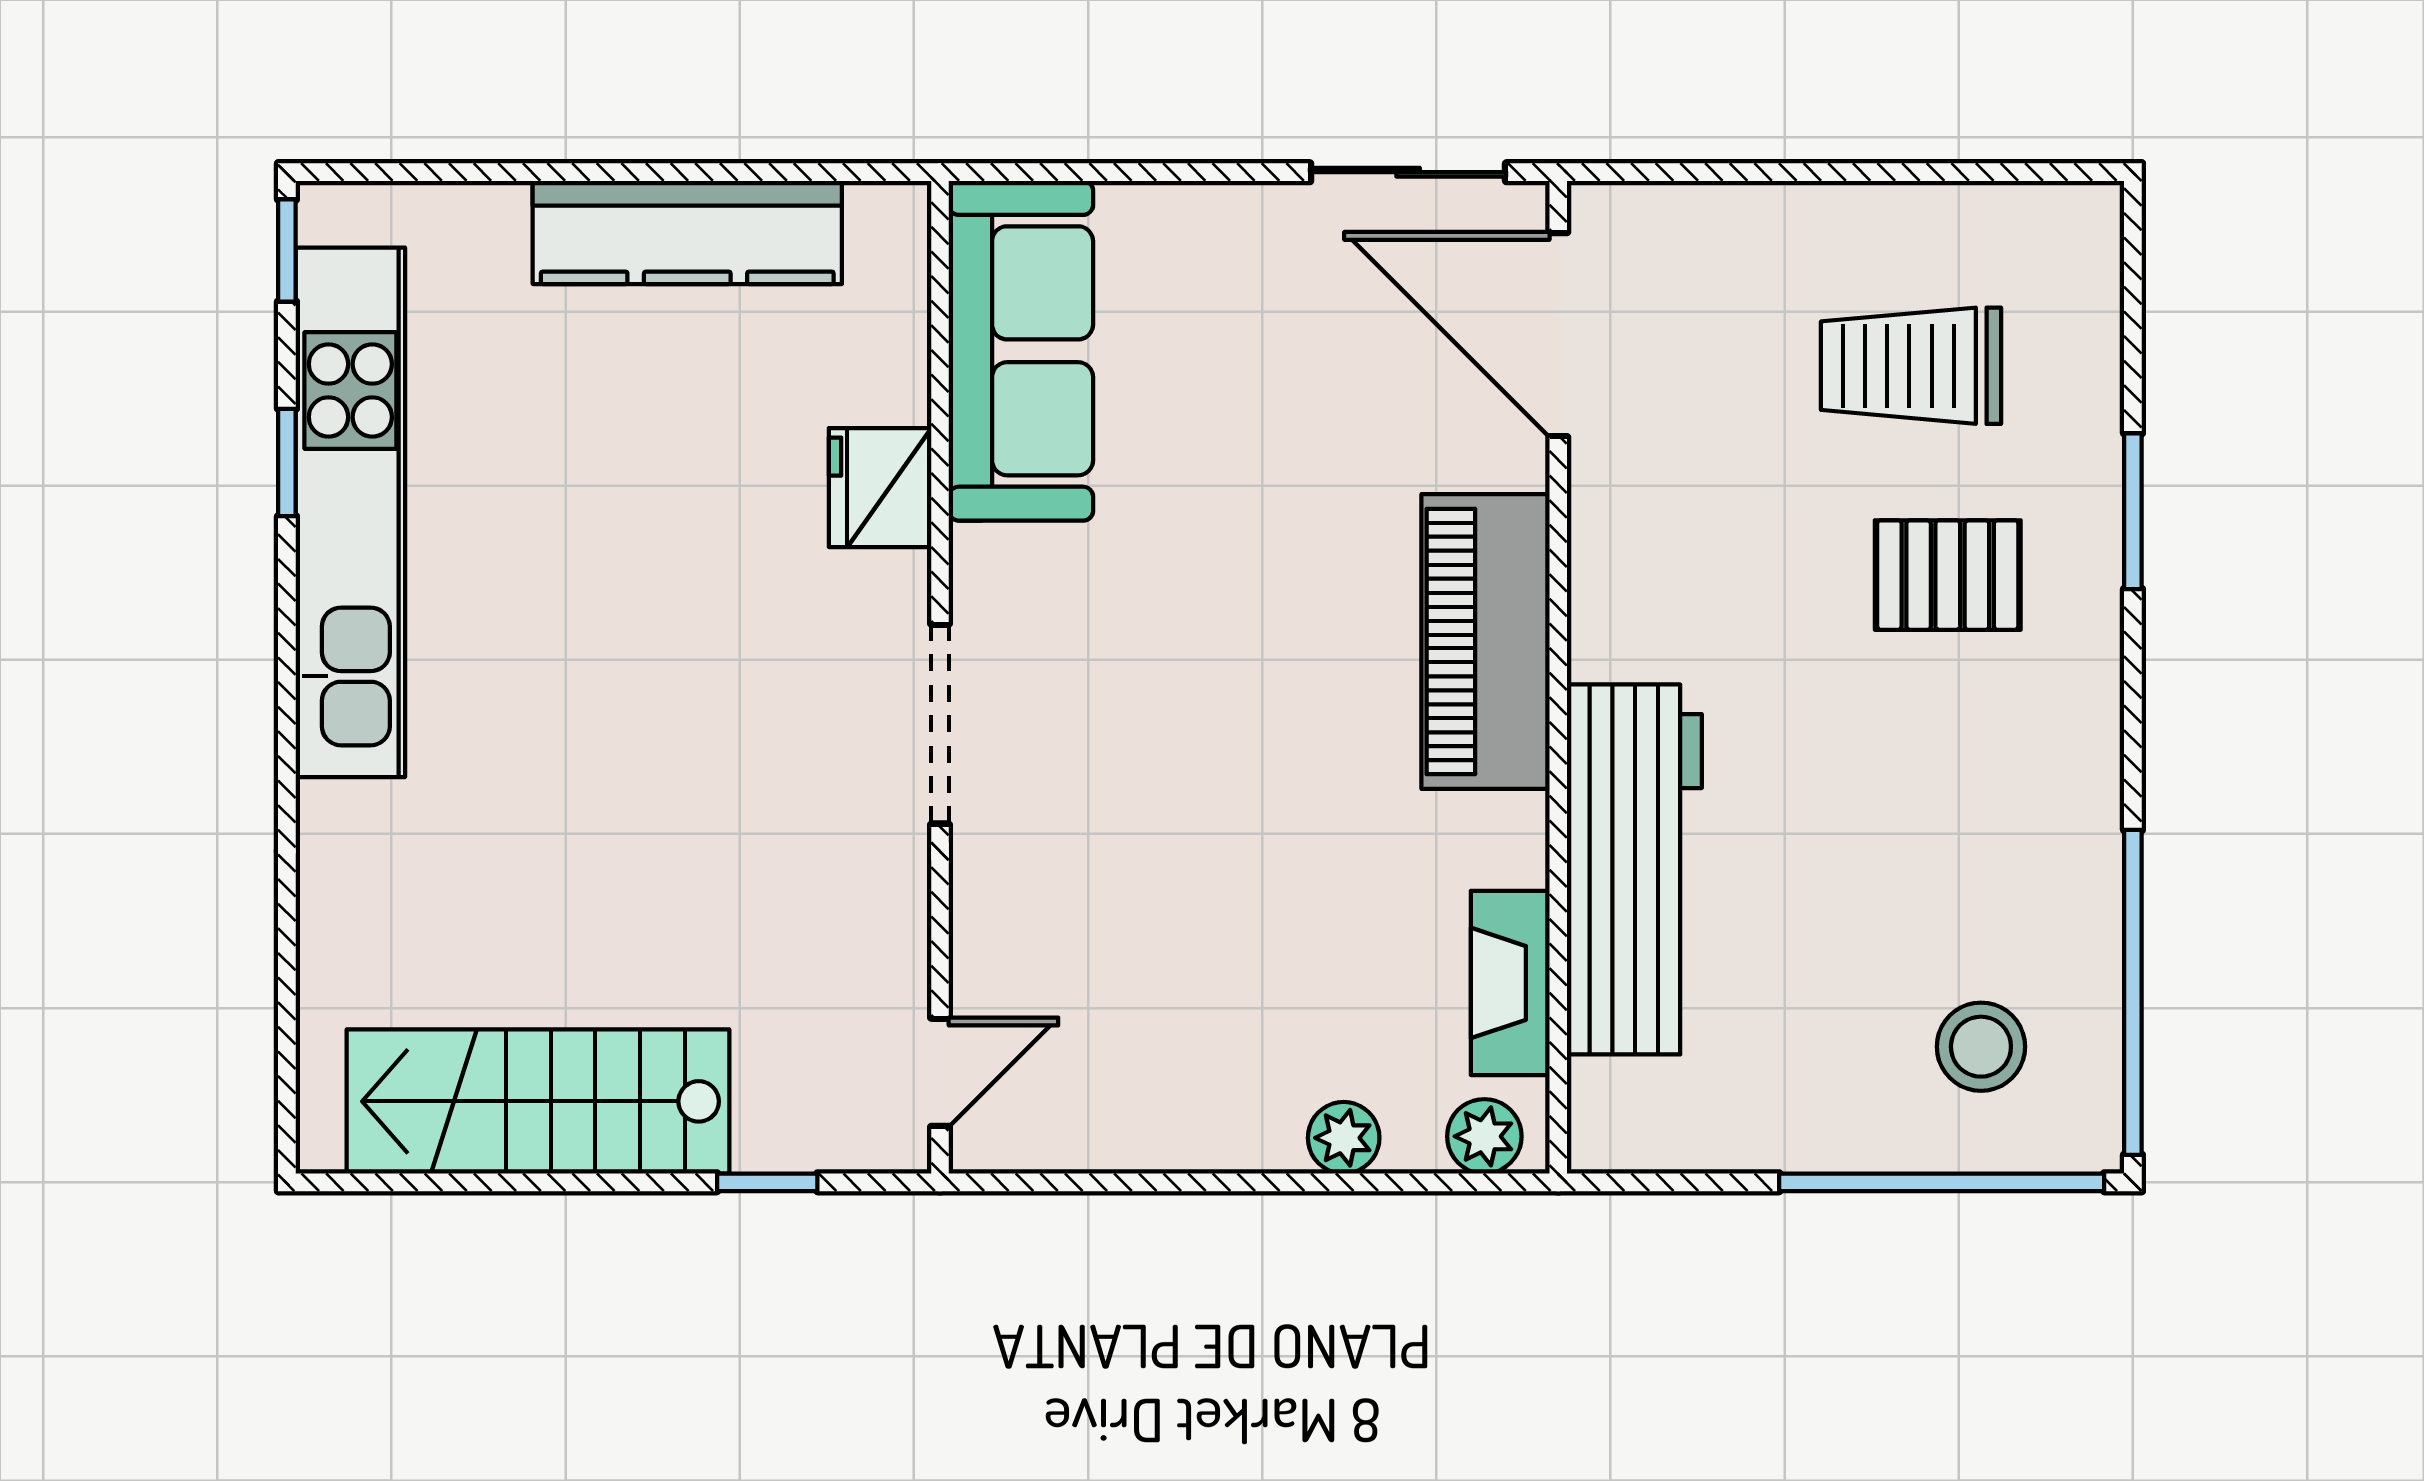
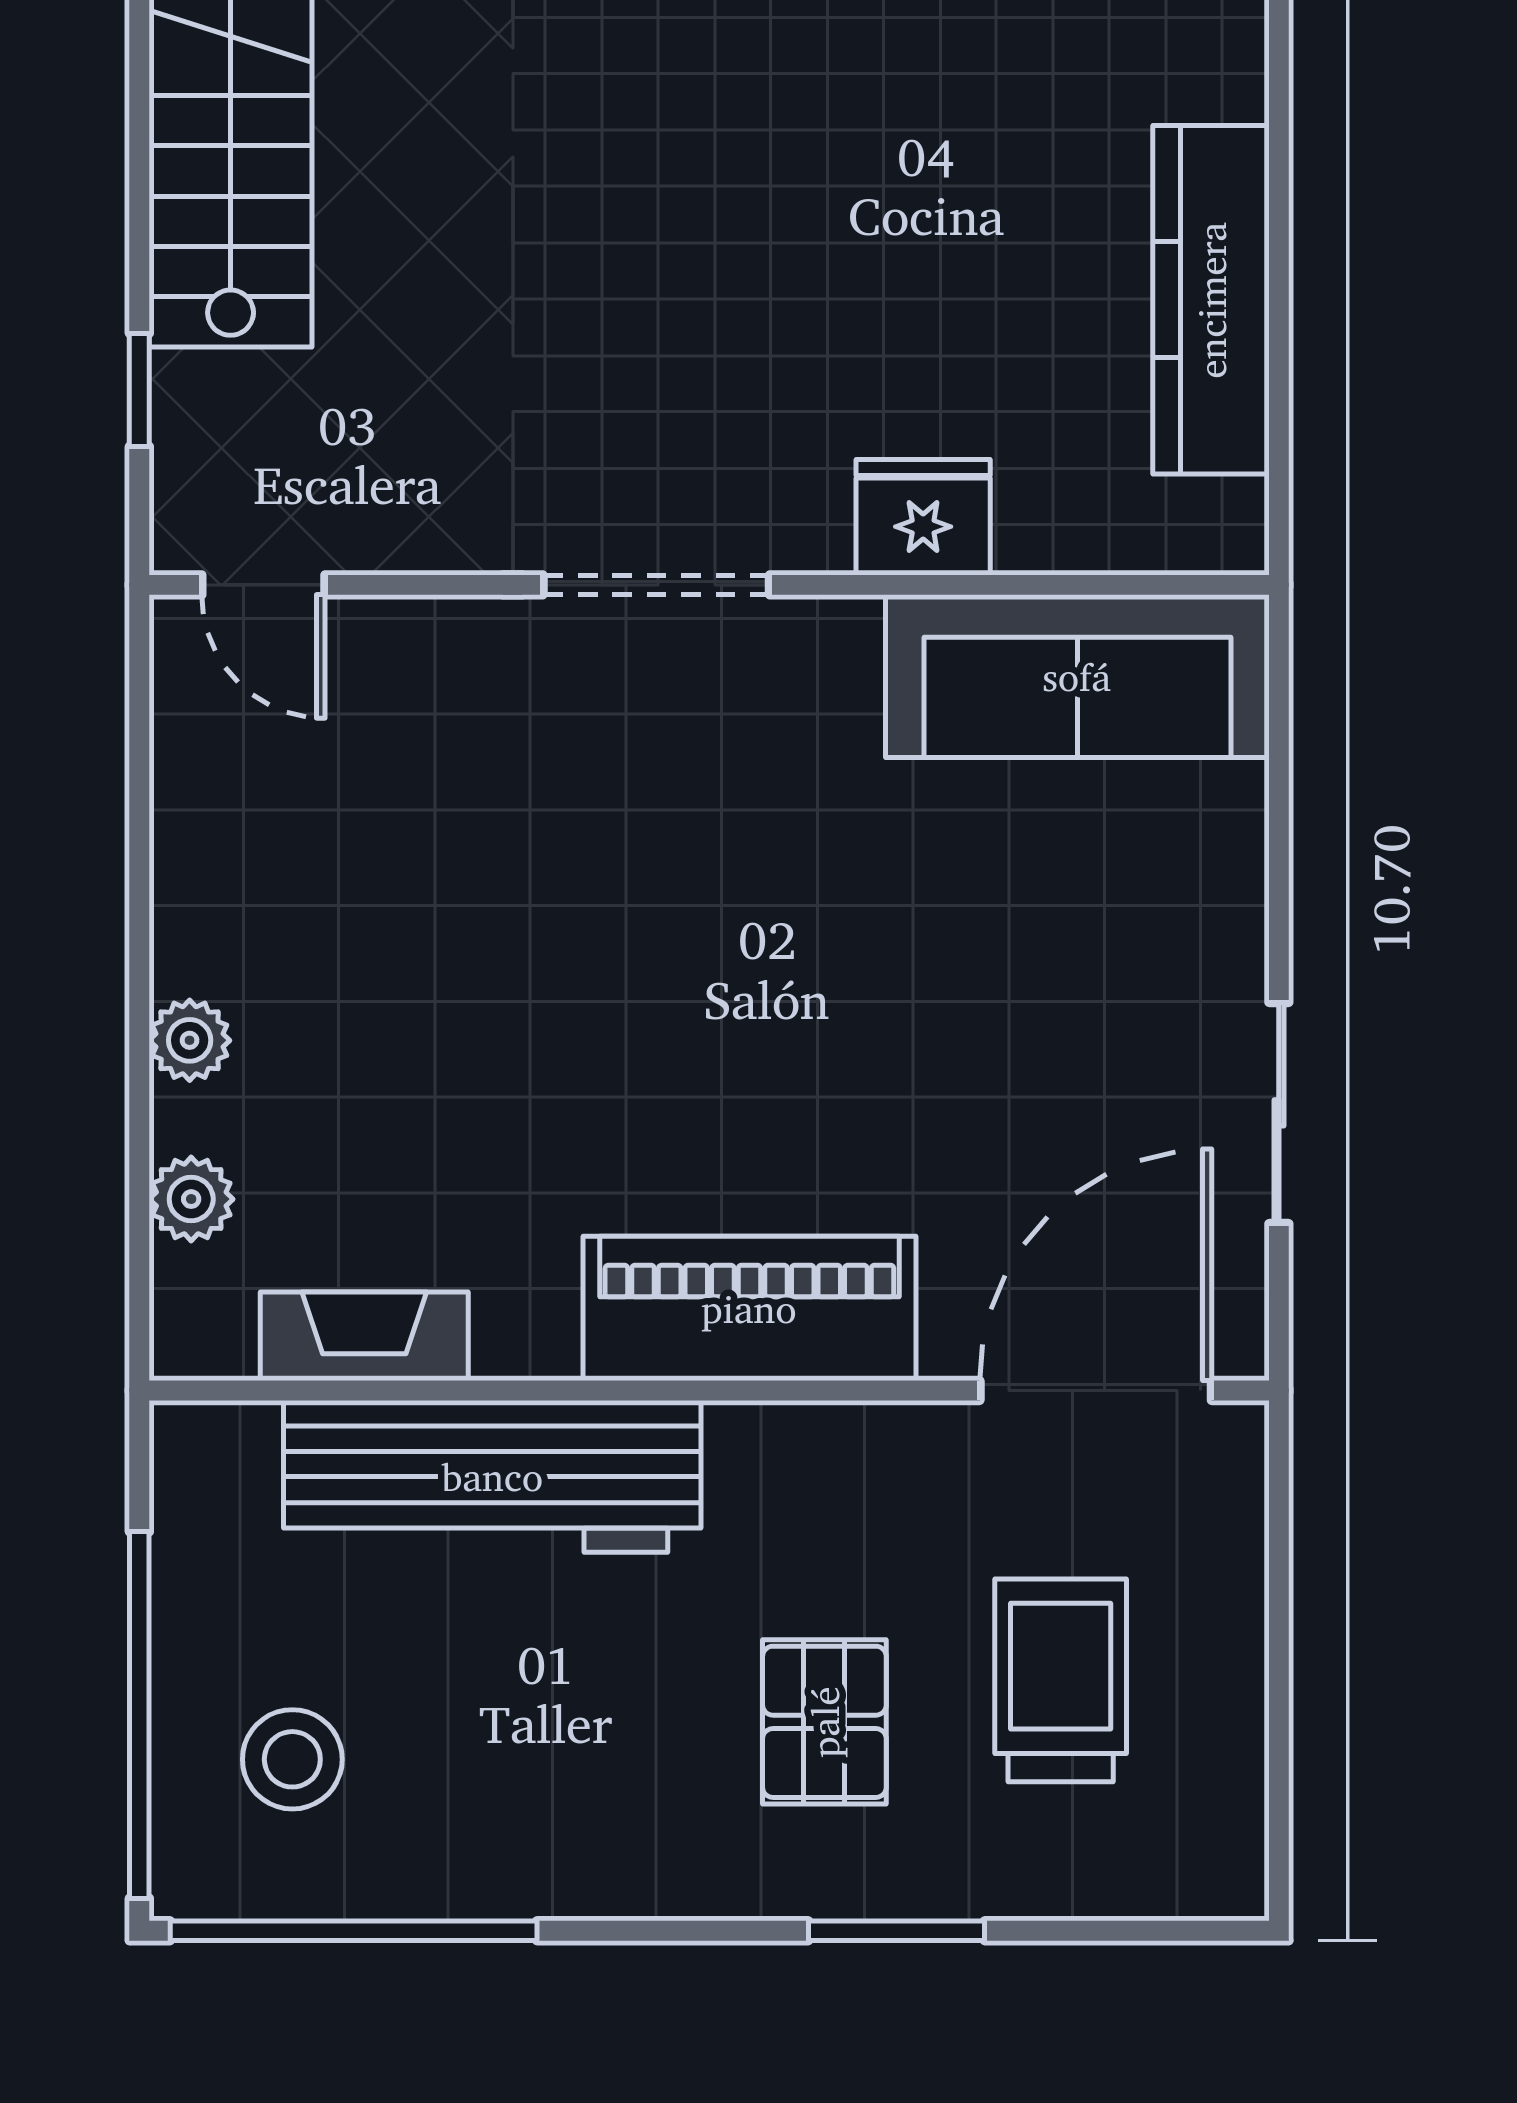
door: (1558, 335) -> (1096, 1390), moved
piano: (1485, 641) -> (749, 1308), moved
wall: (1558, 677) -> (709, 1390), moved
workbench: (1634, 869) -> (492, 1476), moved
fireplace: (1510, 983) -> (364, 1336), moved

